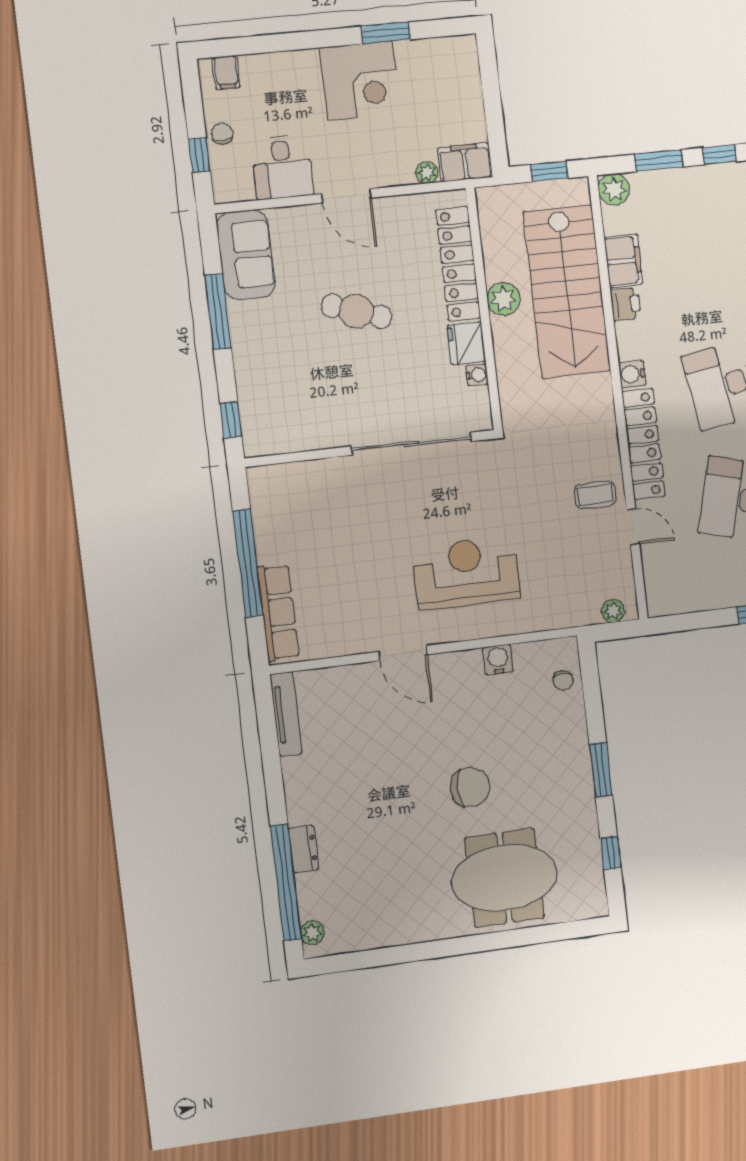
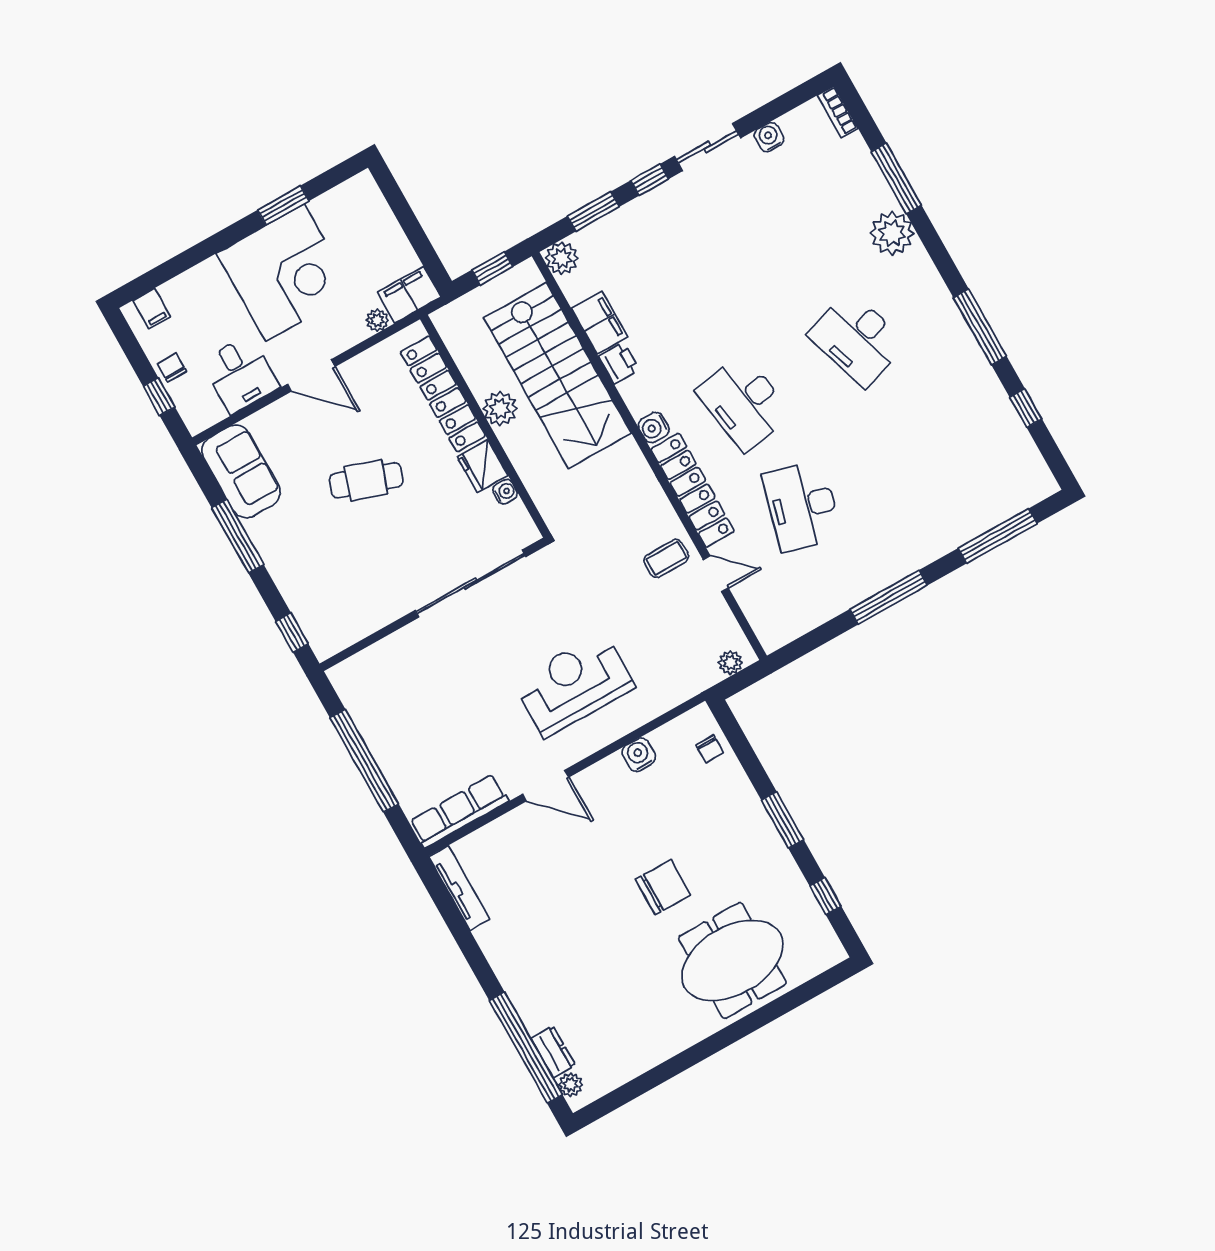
corner desk: (360, 81) -> (285, 273), width x1.36, depth x1.36
row of seats: (278, 613) -> (459, 811), moved, turned -90
dresser: (303, 849) -> (553, 1052), moved

